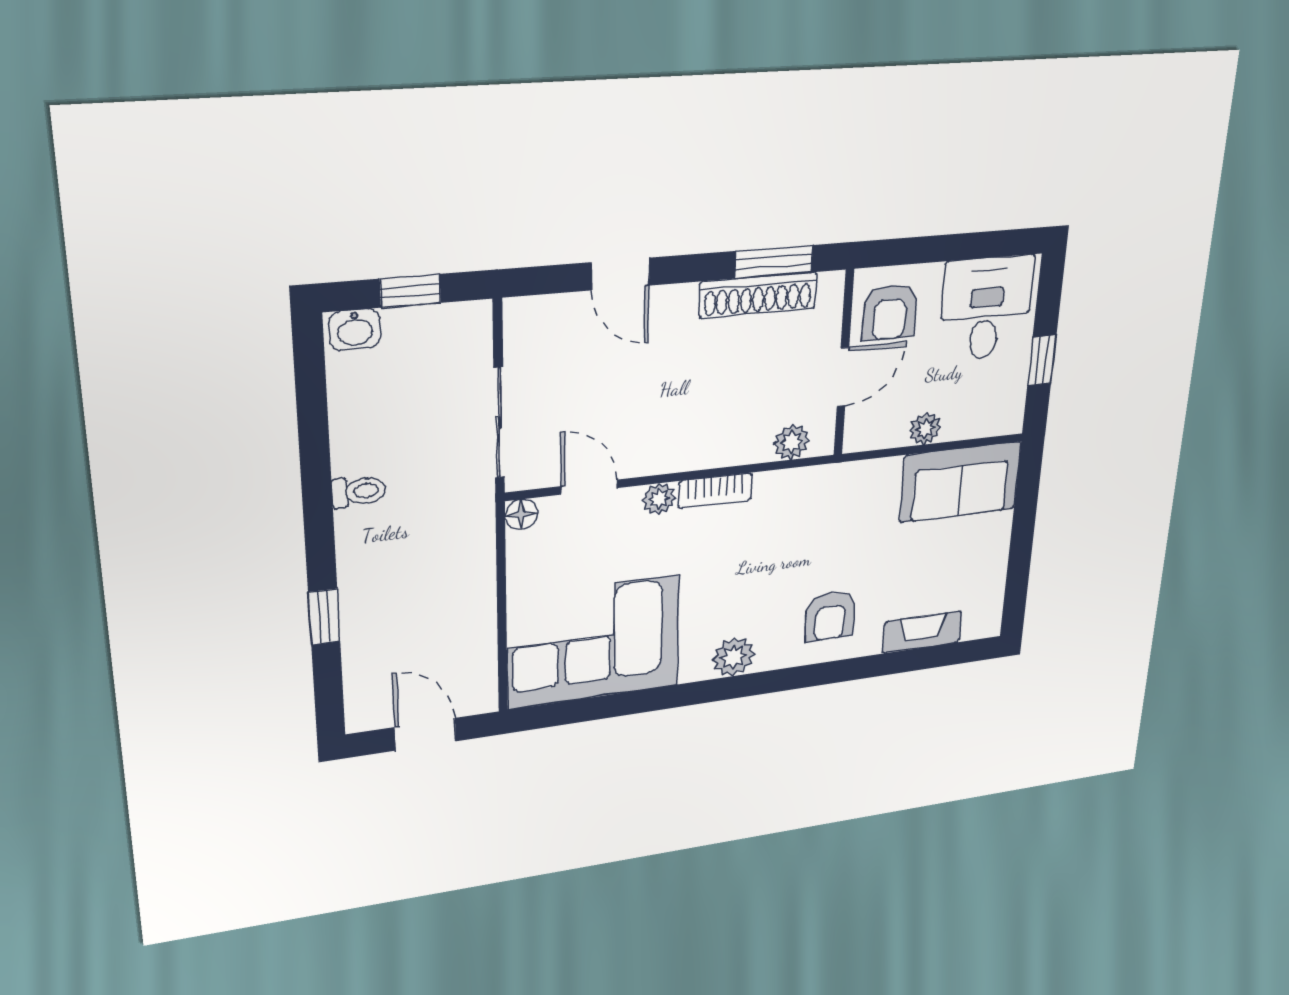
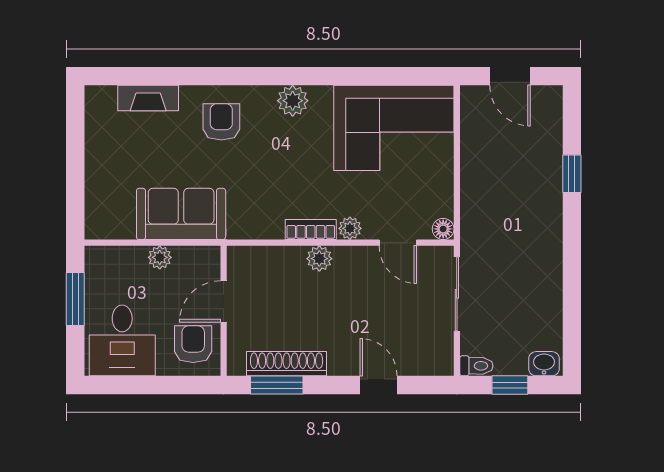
window: (1042, 360) -> (75, 299), width x1.50
plant: (792, 442) -> (319, 259), moved
sofa: (961, 482) -> (181, 214), moved
toilet: (359, 492) -> (476, 366), moved, turned 180

